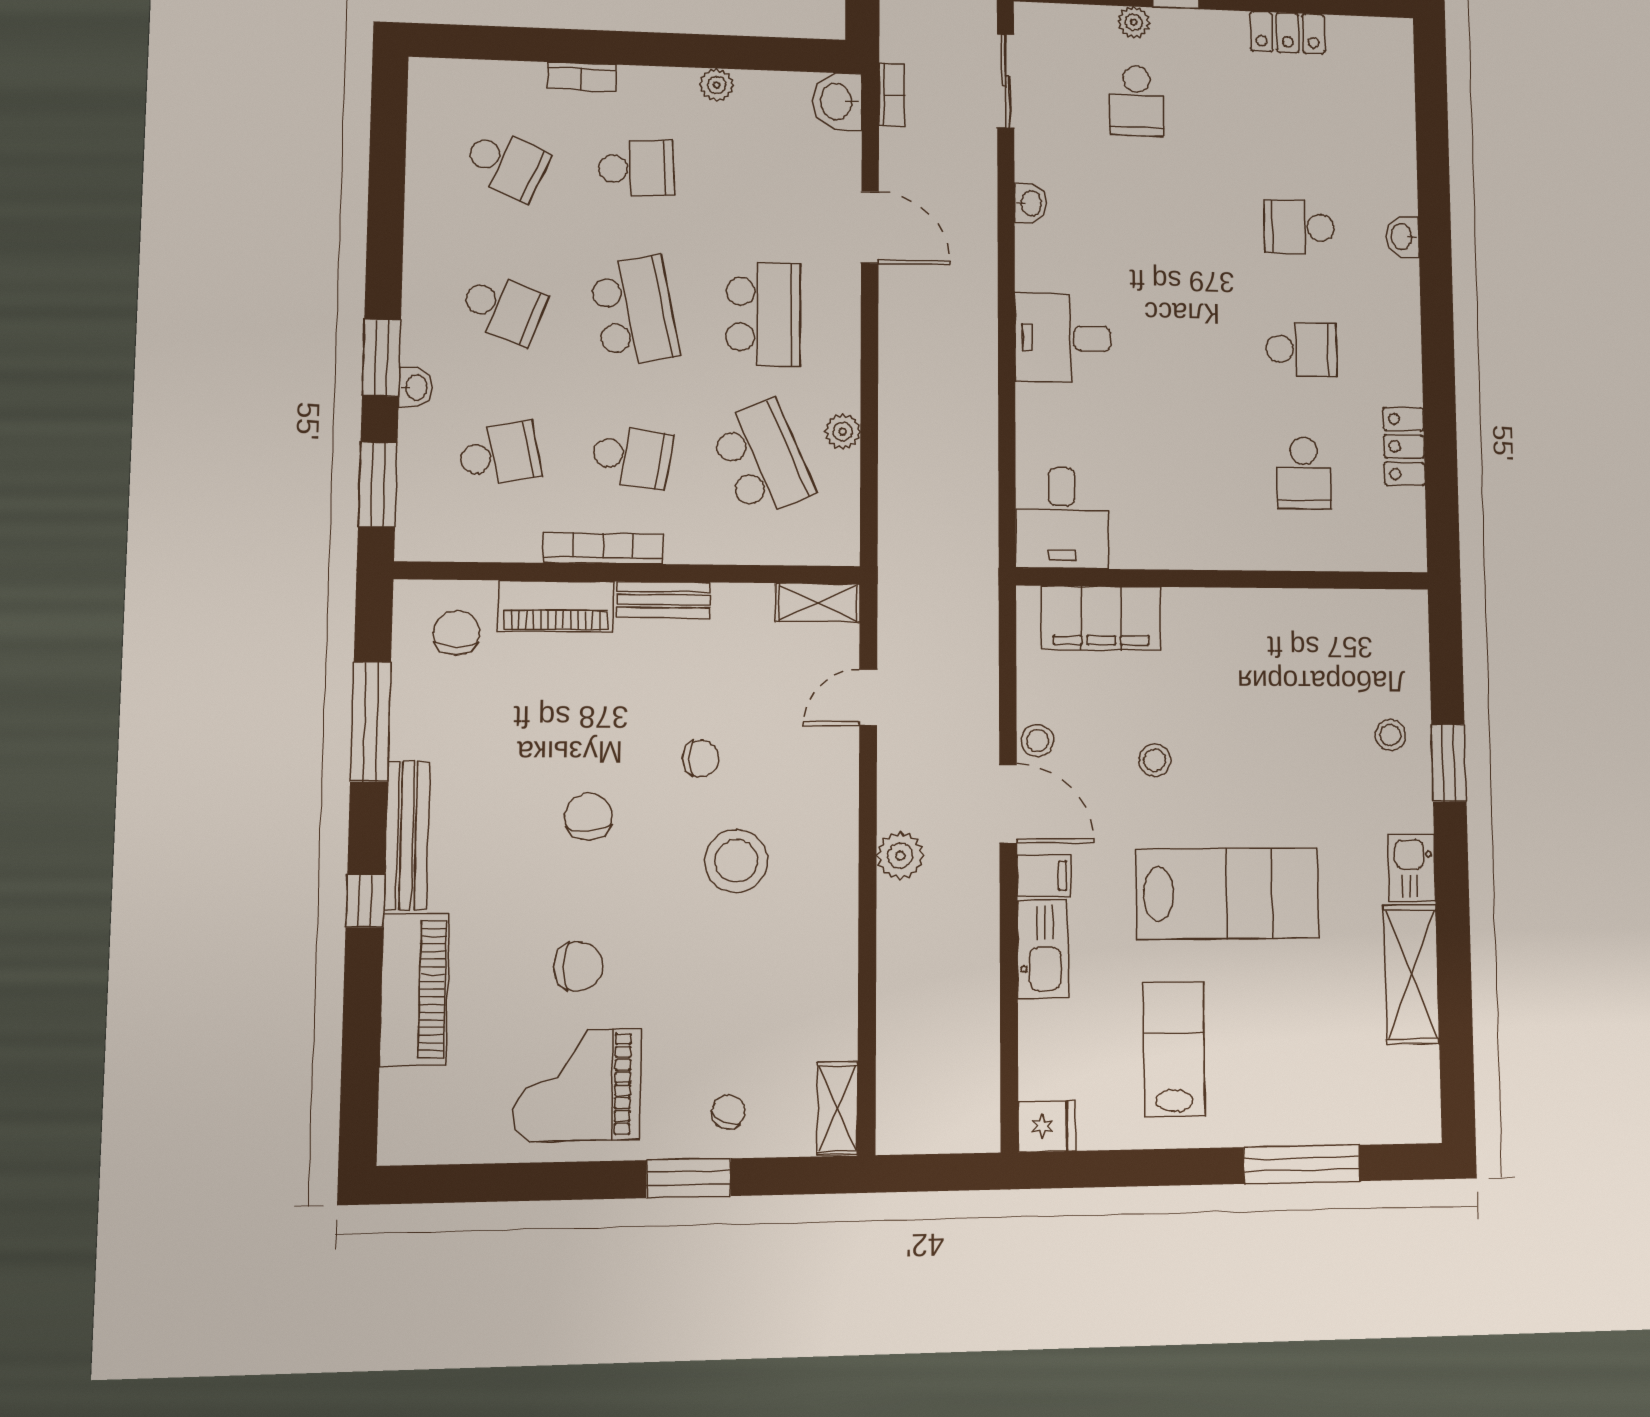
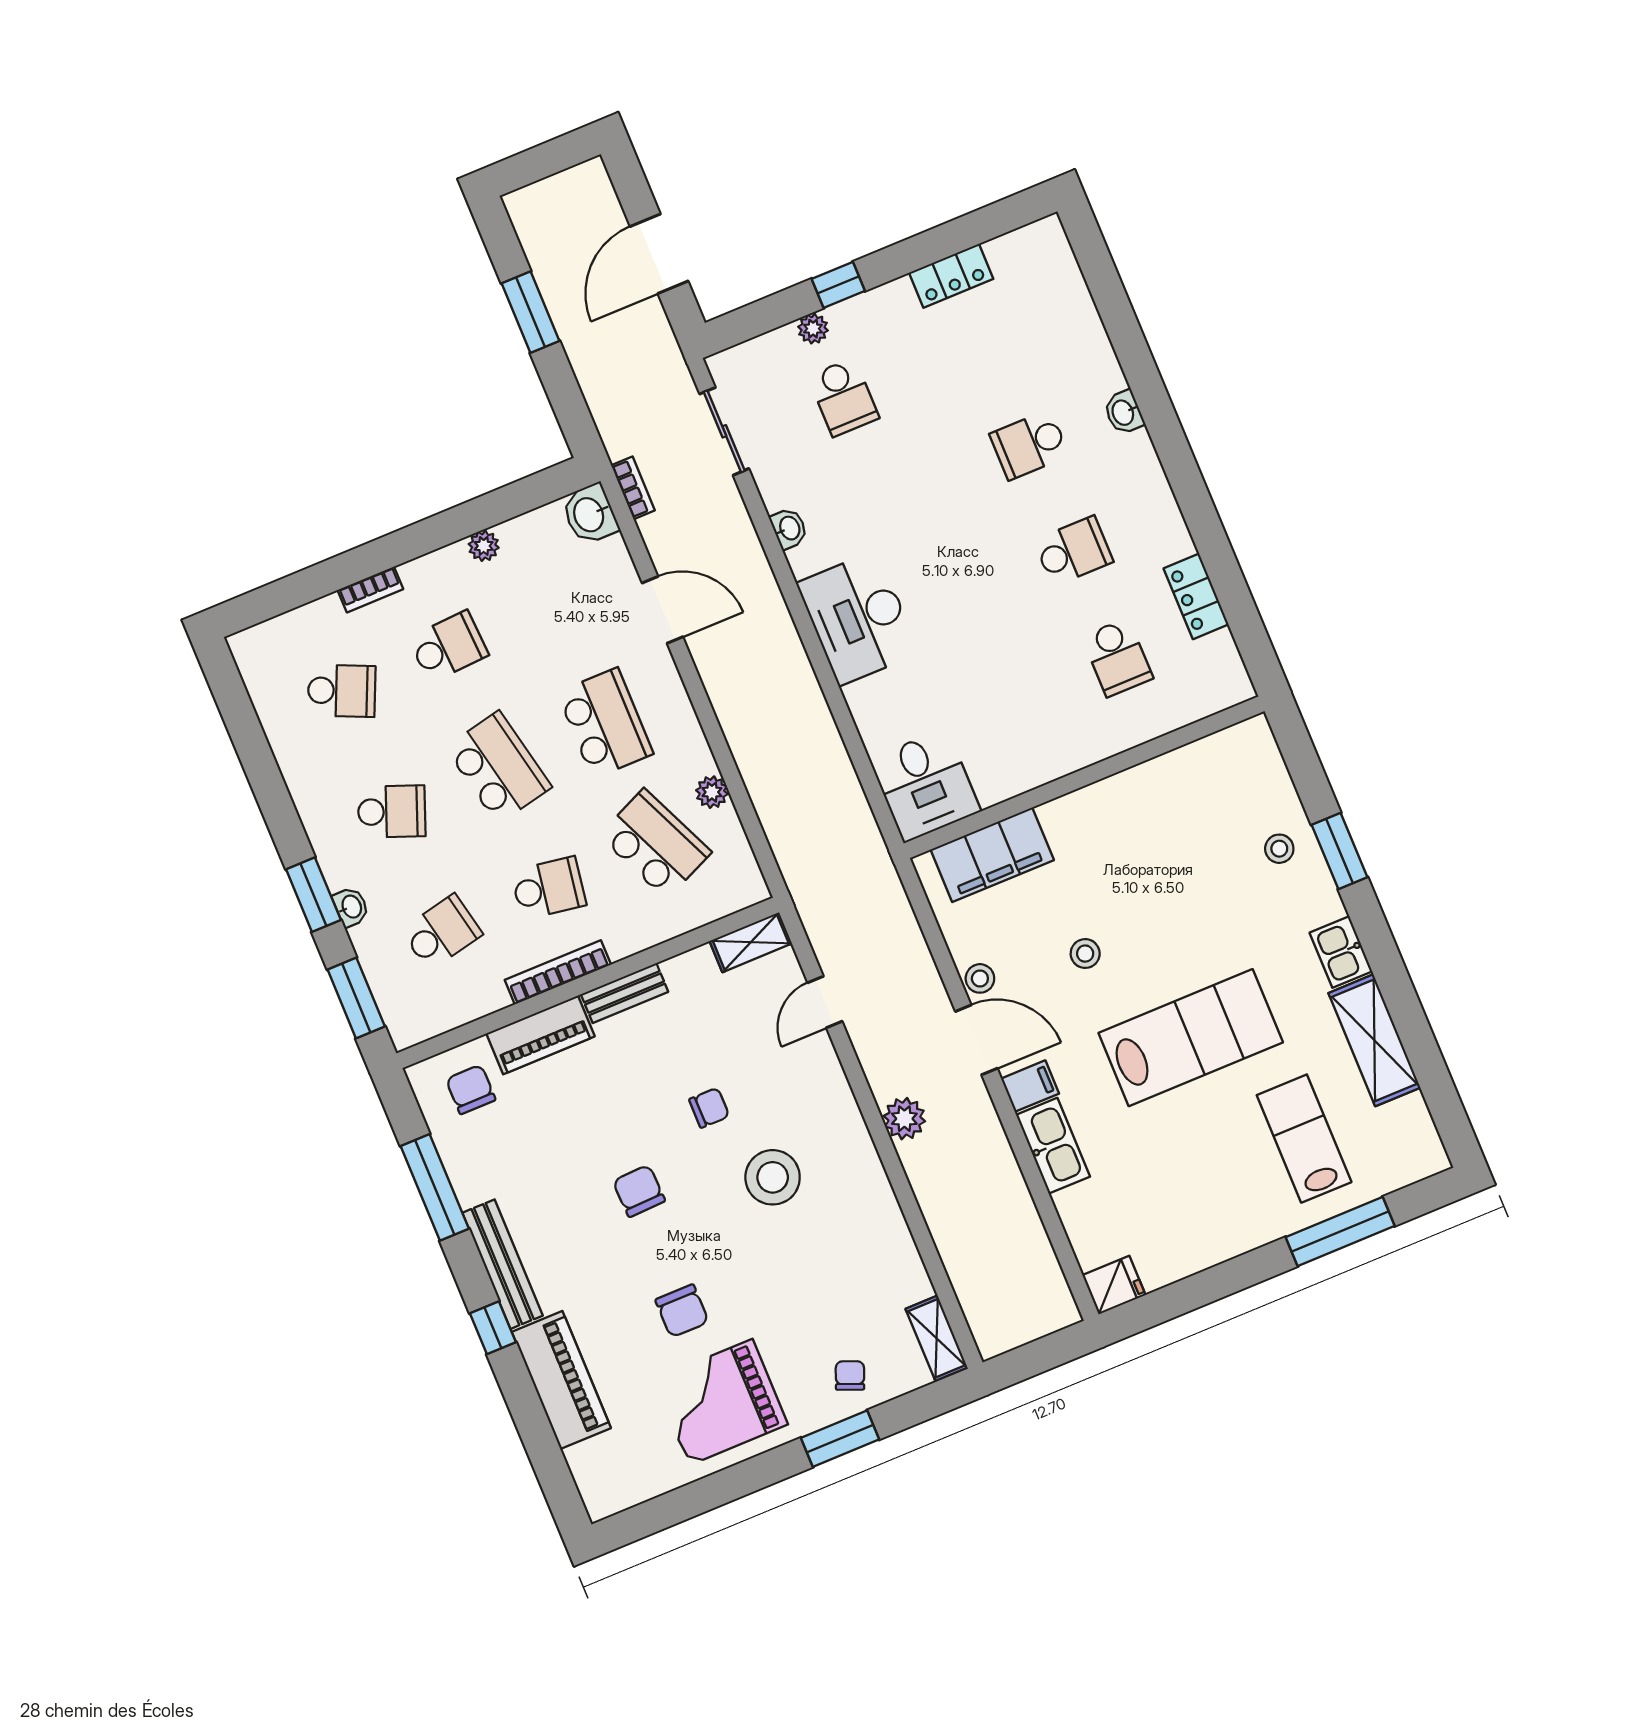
desk: (1063, 338) -> (858, 618), width x1.37
chair: (578, 966) -> (682, 1311), turned 90
lab bench: (1174, 1049) -> (1304, 1139), moved

